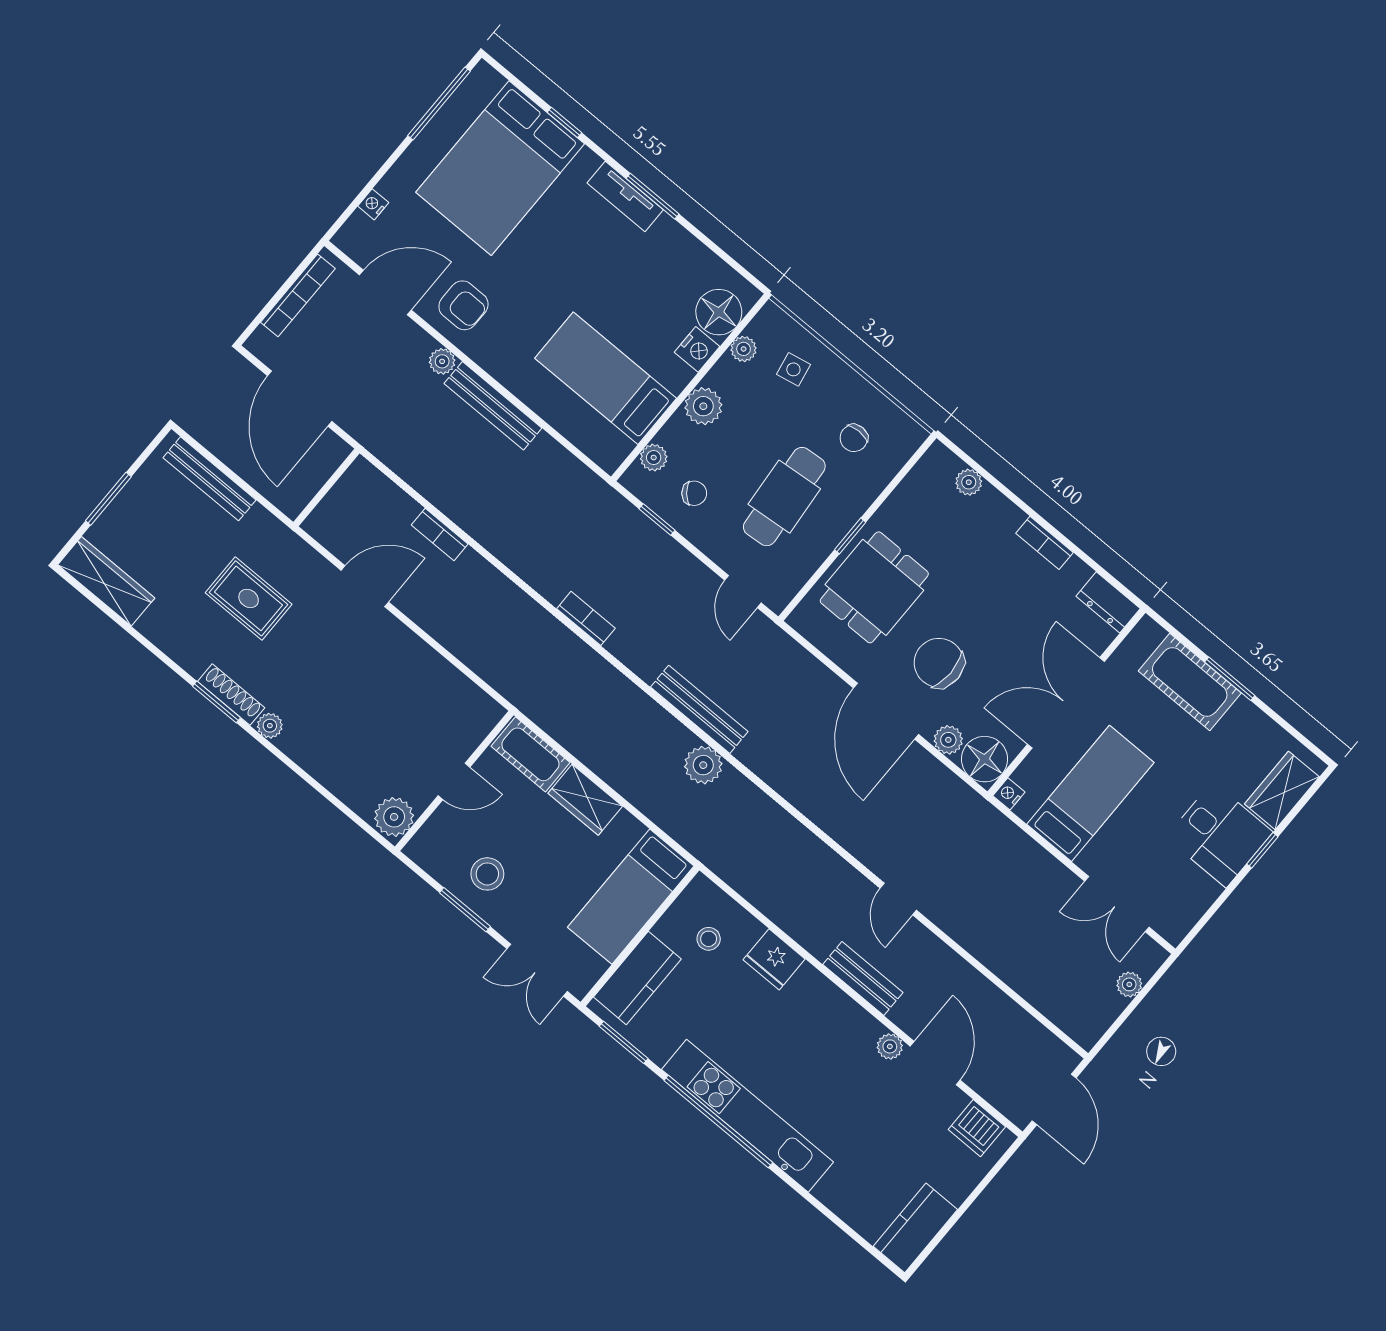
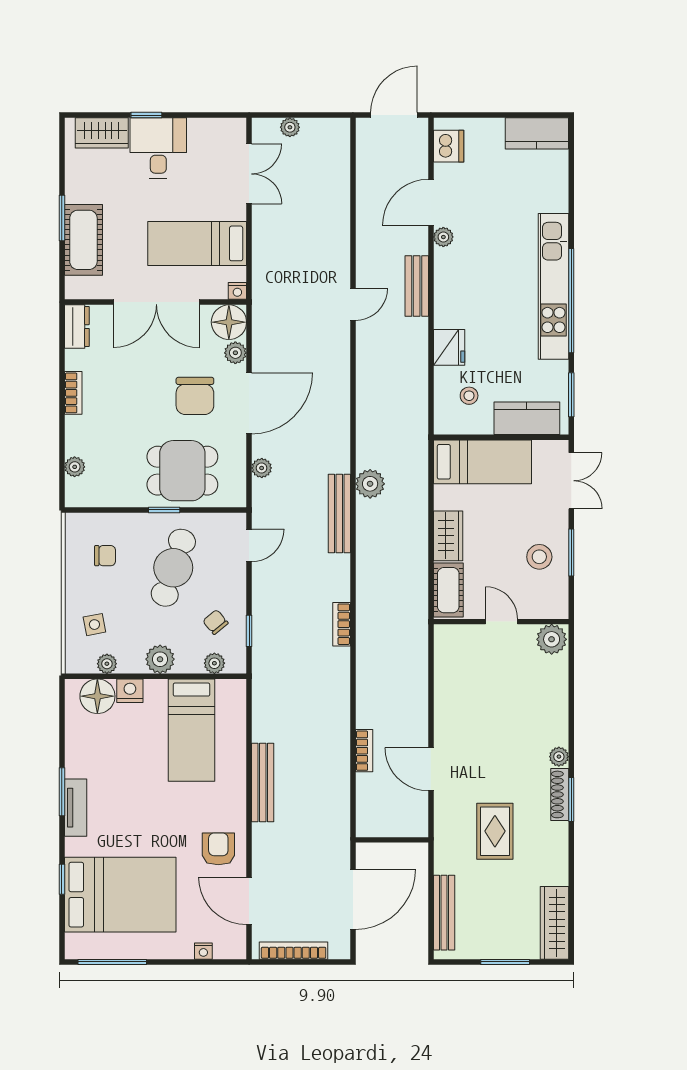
plant: (442, 361) -> (262, 468), moved
cafe table: (784, 497) -> (173, 568), turned -67

